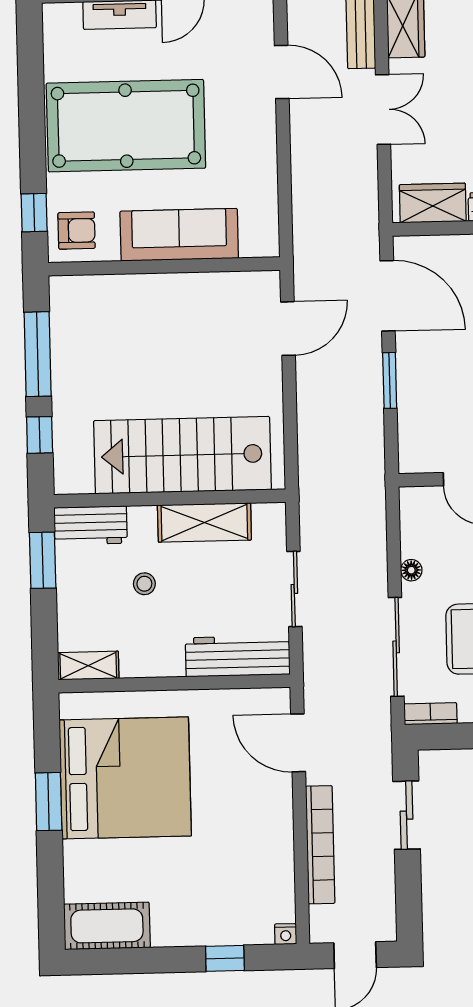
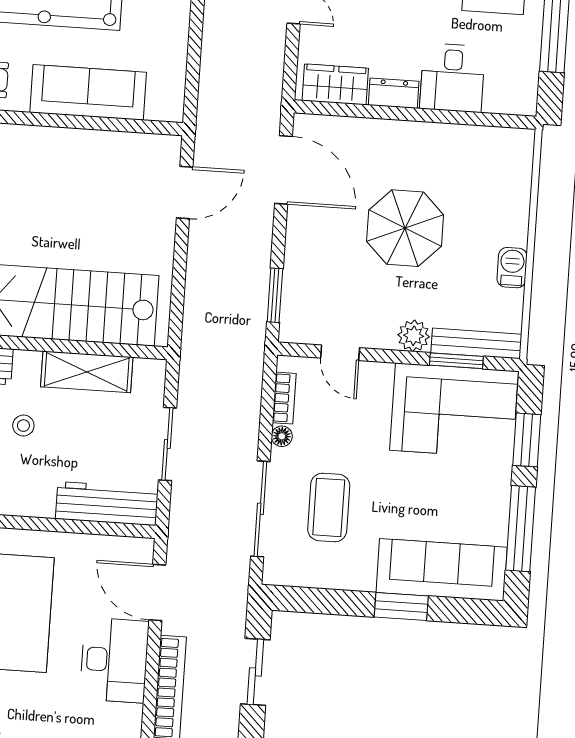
window: (390, 380) -> (275, 295), moved
bookcase: (430, 714) -> (284, 398), moved, turned 90
desk: (260, 816) -> (114, 660), added

